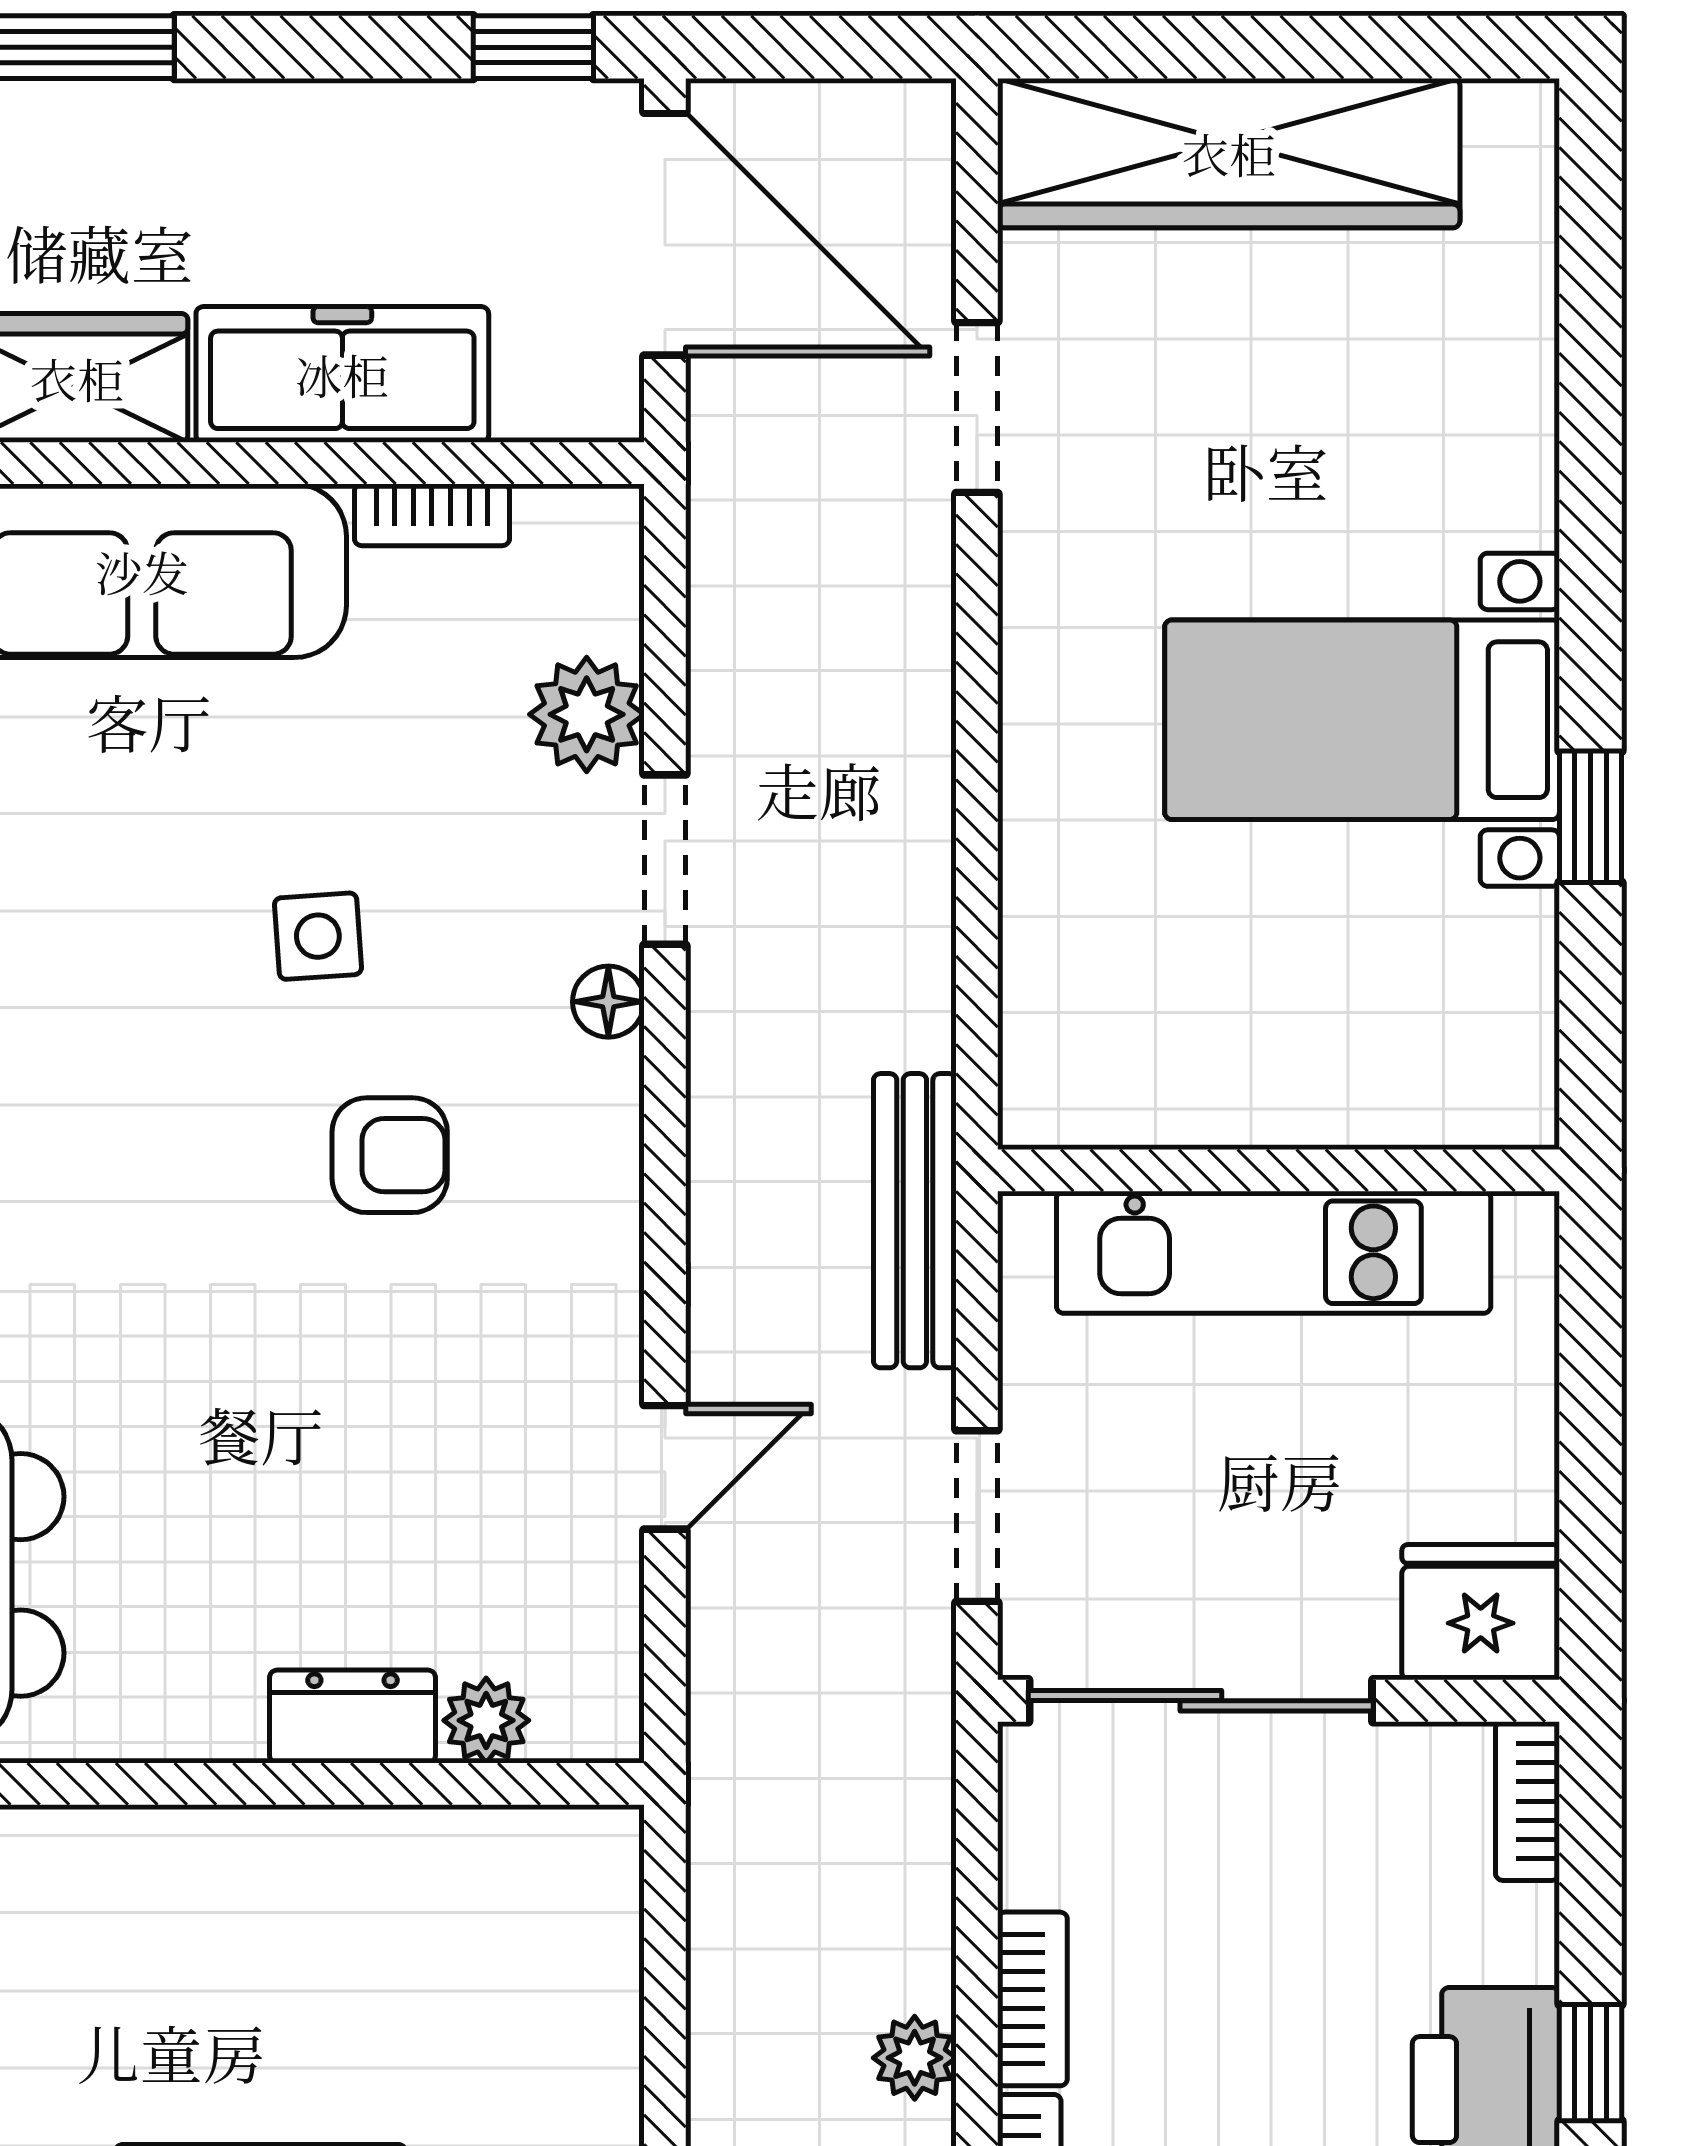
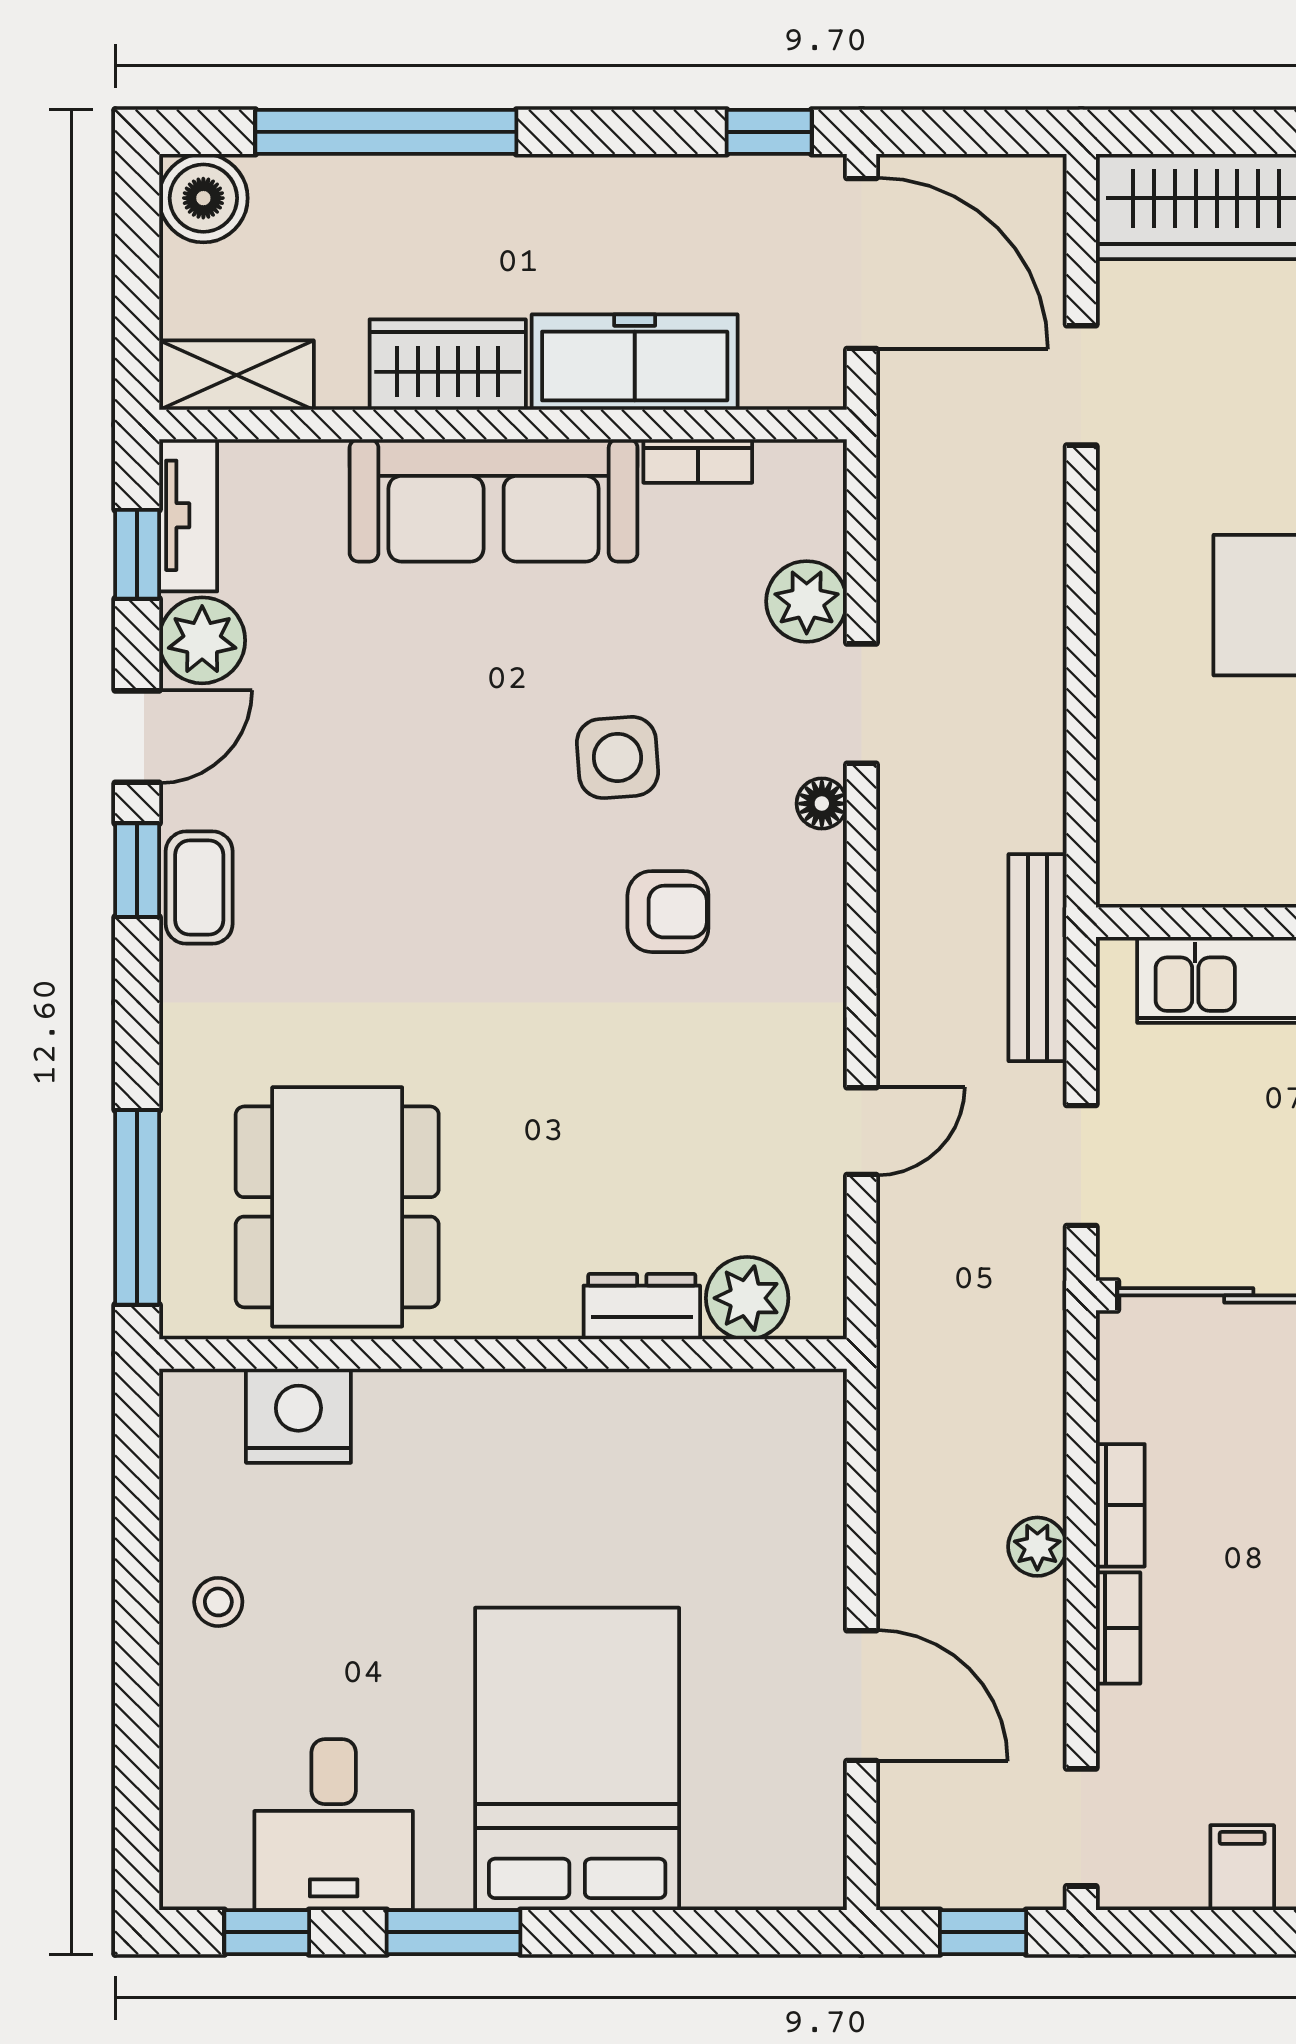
side table: (318, 936) -> (617, 757), width x1.37, depth x1.37
plant: (486, 1720) -> (747, 1298), width x1.38, depth x1.38

